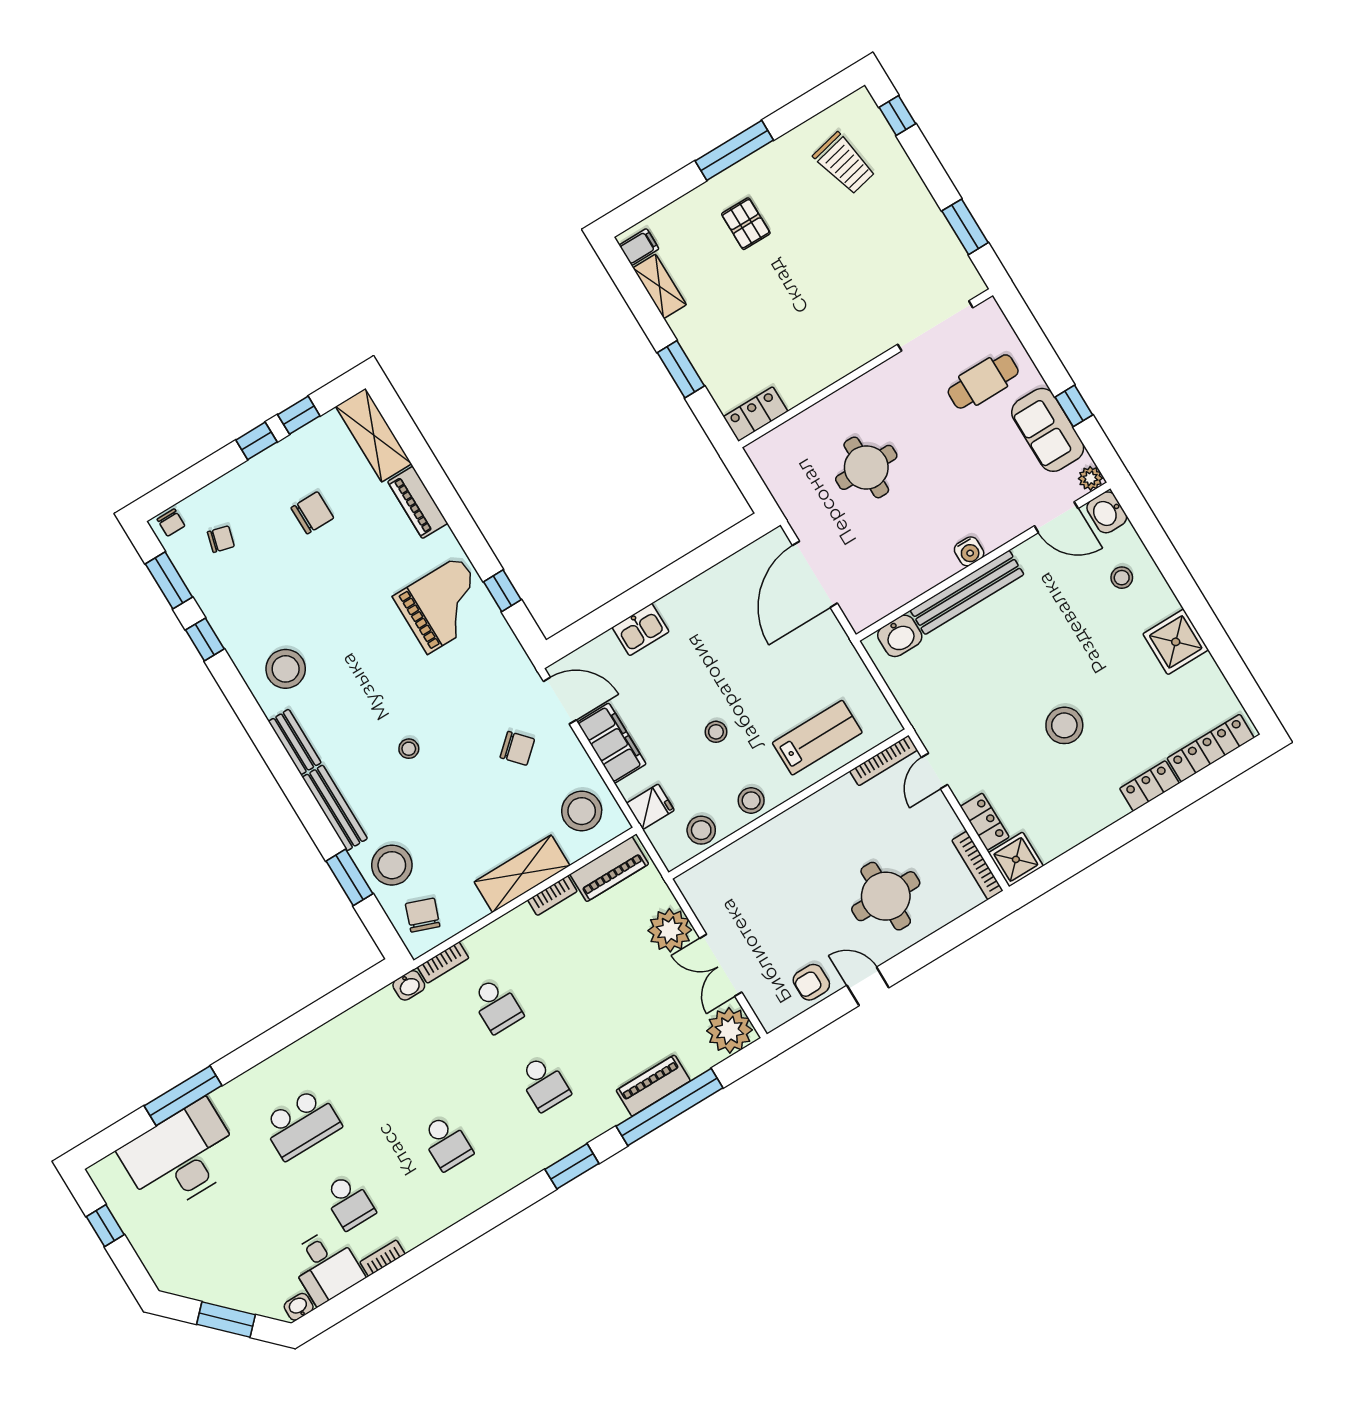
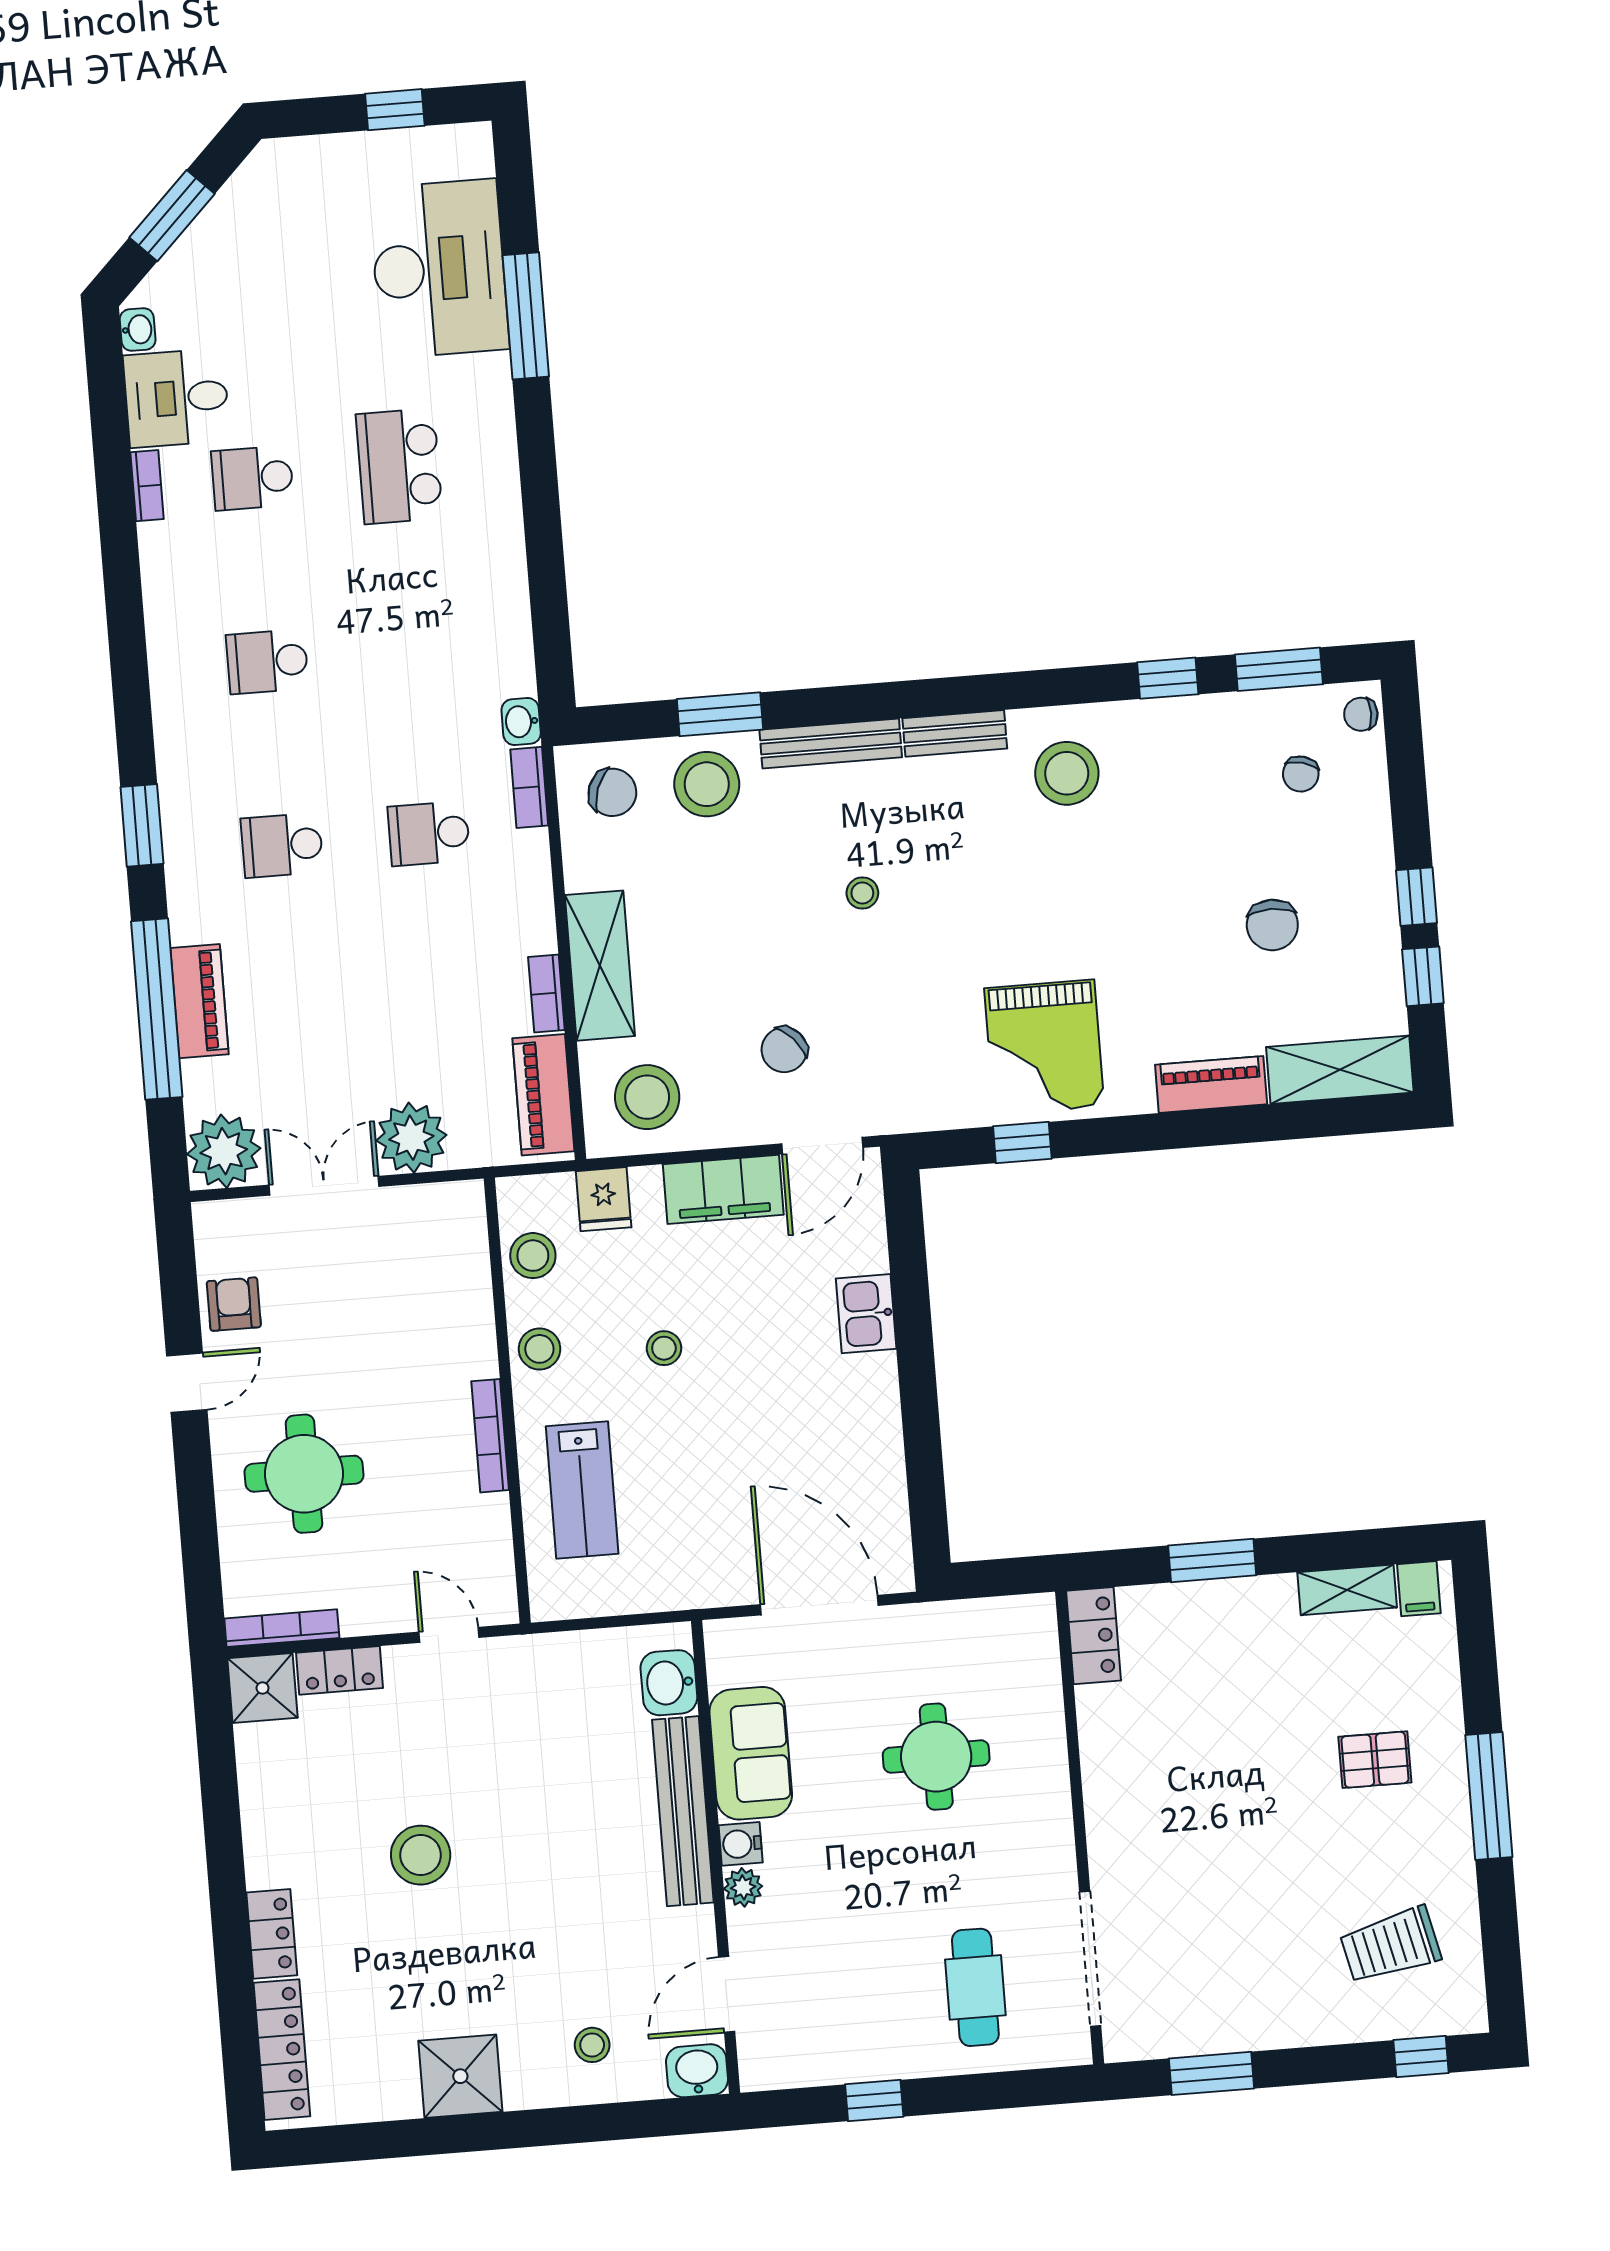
sofa: (1048, 430) -> (751, 1753), moved, turned 90
plant: (1090, 478) -> (743, 1887), moved
bookcase: (884, 761) -> (490, 1436), moved

